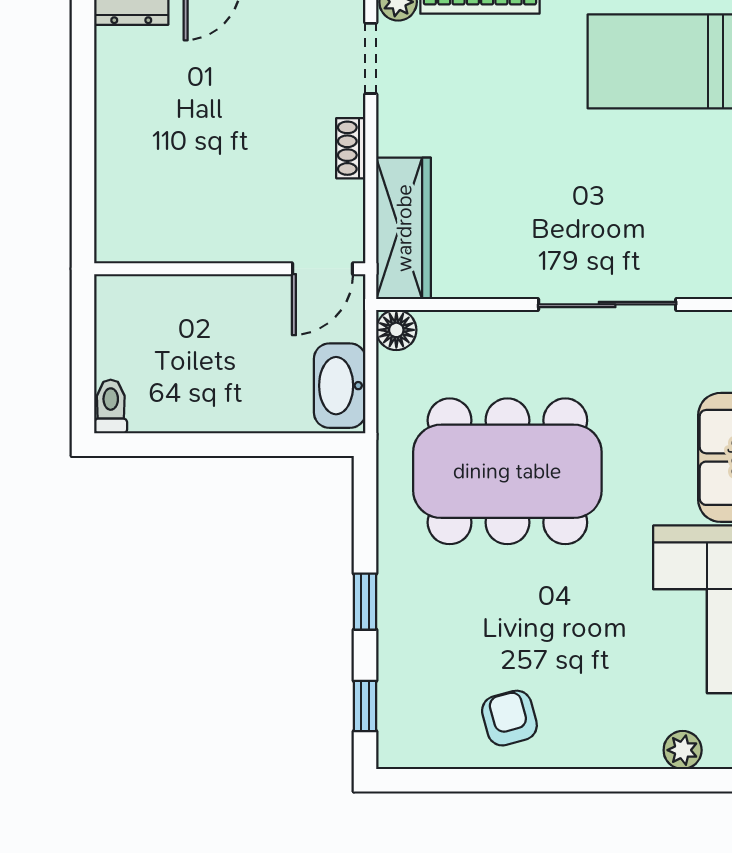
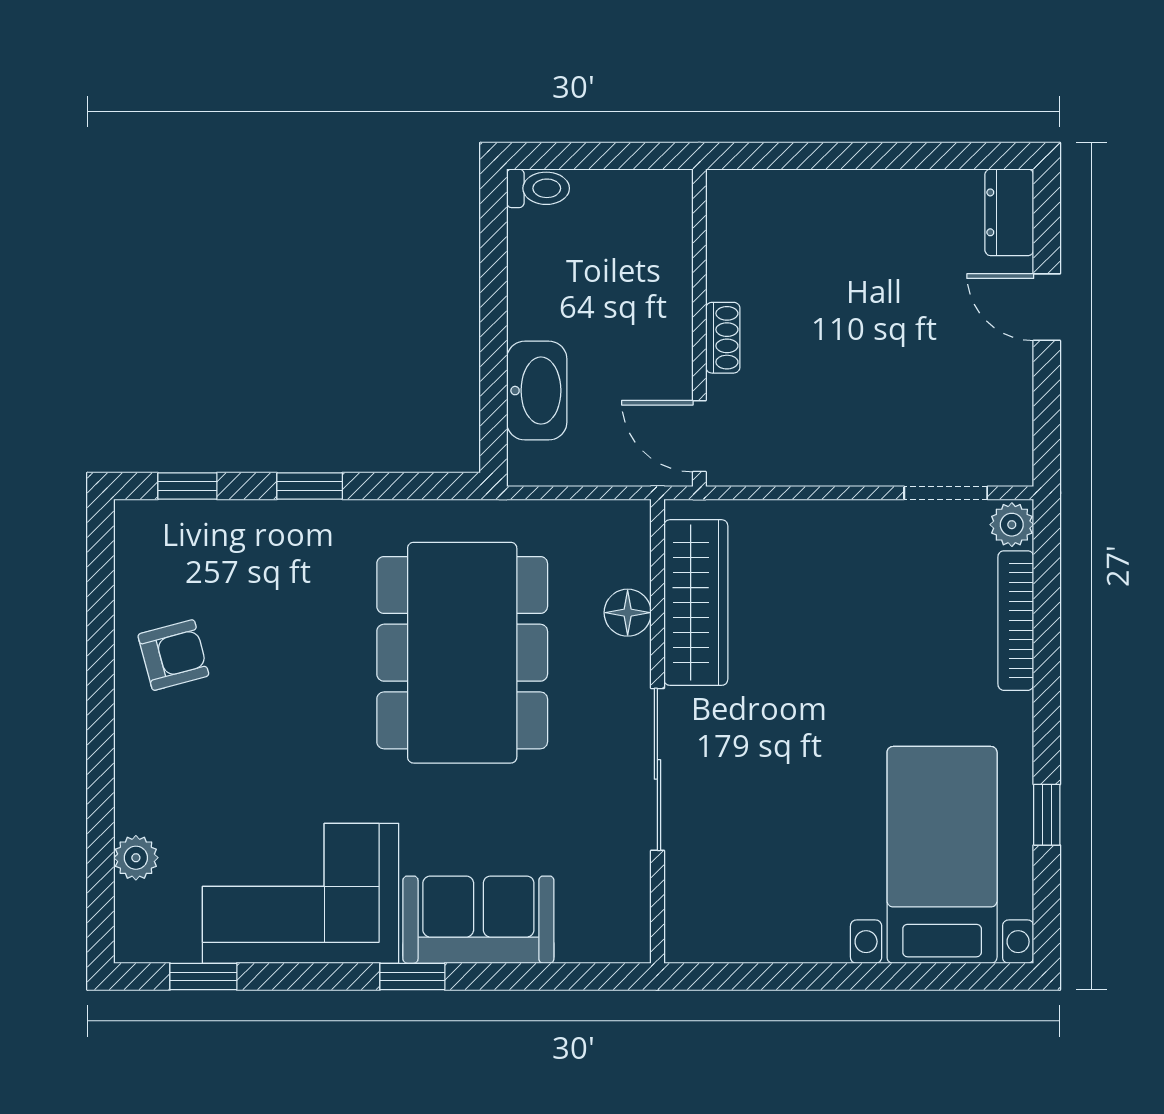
shoe rack: (351, 148) -> (723, 338), moved, turned 90
wardrobe: (404, 228) -> (696, 603), moved, turned -90
floor lamp: (396, 330) -> (628, 613), moved
washbasin: (340, 386) -> (537, 391), moved, turned 90

